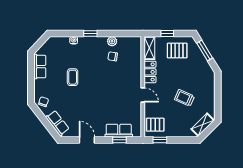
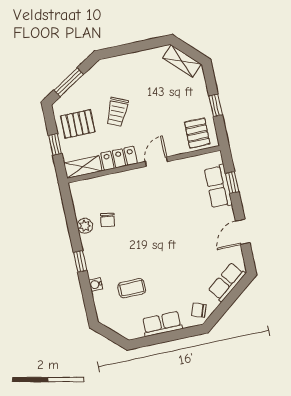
pallet: (177, 51) -> (78, 124), turned 90
row of seats: (40, 67) -> (162, 324), moved
coffee table: (73, 77) -> (132, 288), moved
trolley: (184, 98) -> (117, 112), moved
window: (160, 140) -> (216, 105), moved

